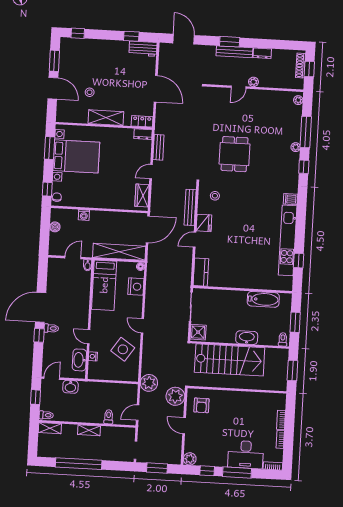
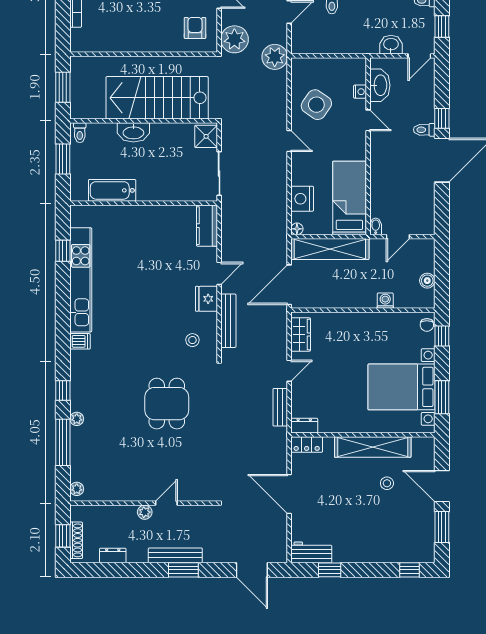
dresser: (262, 53) -> (113, 555), moved
shelving: (106, 118) -> (373, 447), width x1.47

